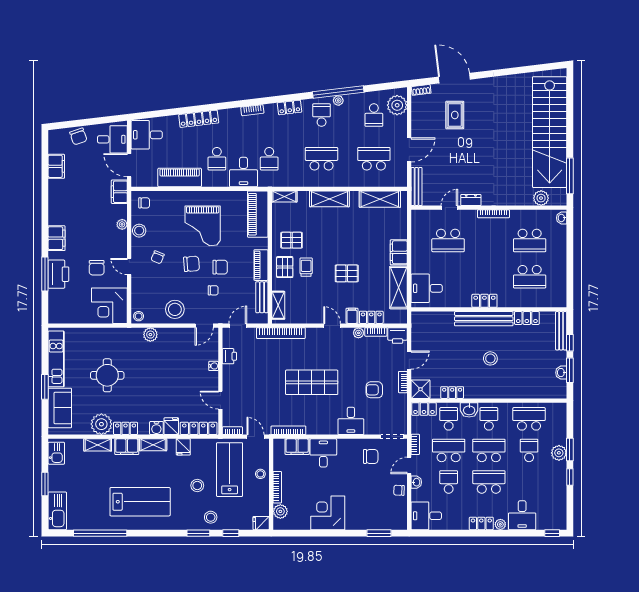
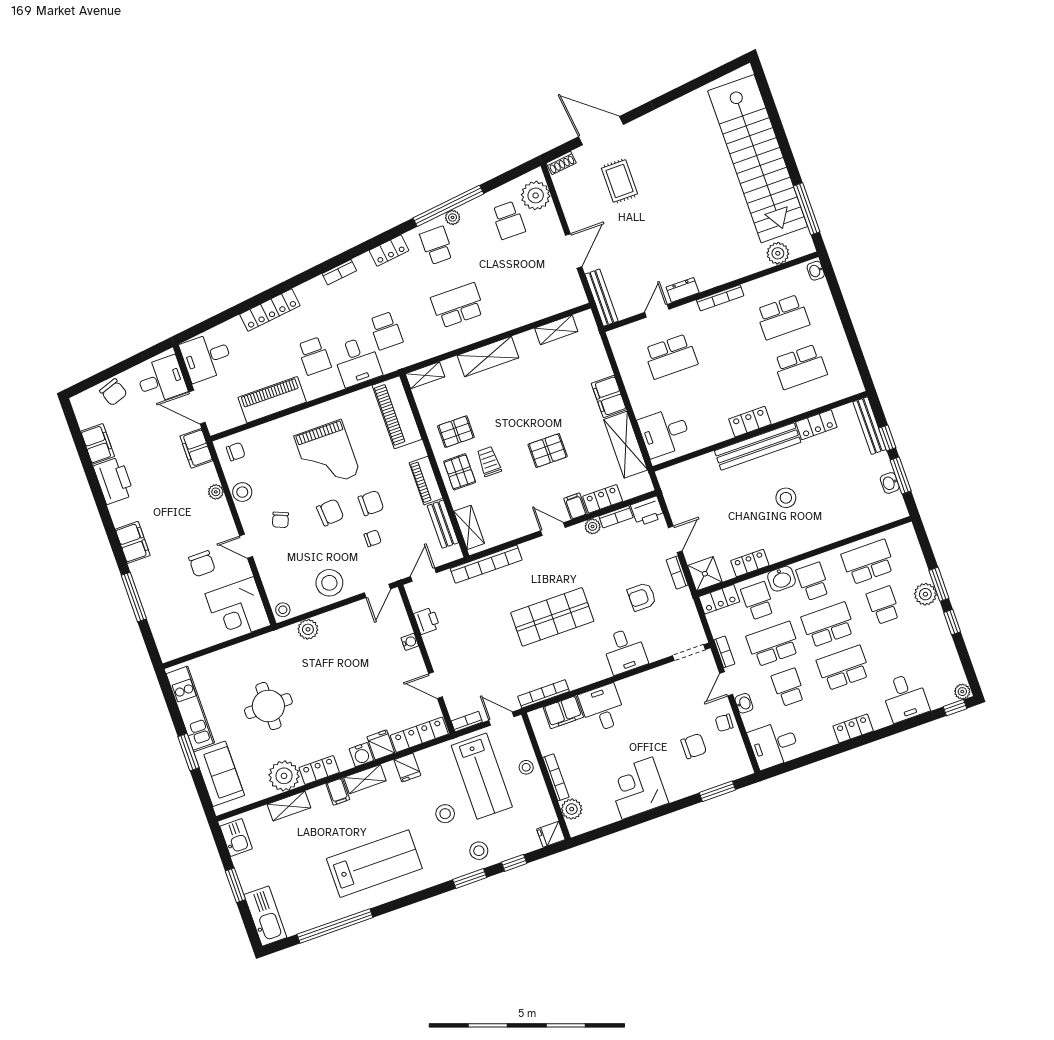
school desk: (374, 159) -> (530, 280), removed
shelving: (380, 199) -> (556, 330), width x0.67, depth x0.75
printer: (58, 274) -> (114, 481), moved
filing cabinet: (127, 447) -> (338, 792), width x0.50
chair: (371, 456) -> (694, 746), moved
lab bench: (230, 470) -> (482, 776), turned 180
plant: (500, 524) -> (962, 692), moved

